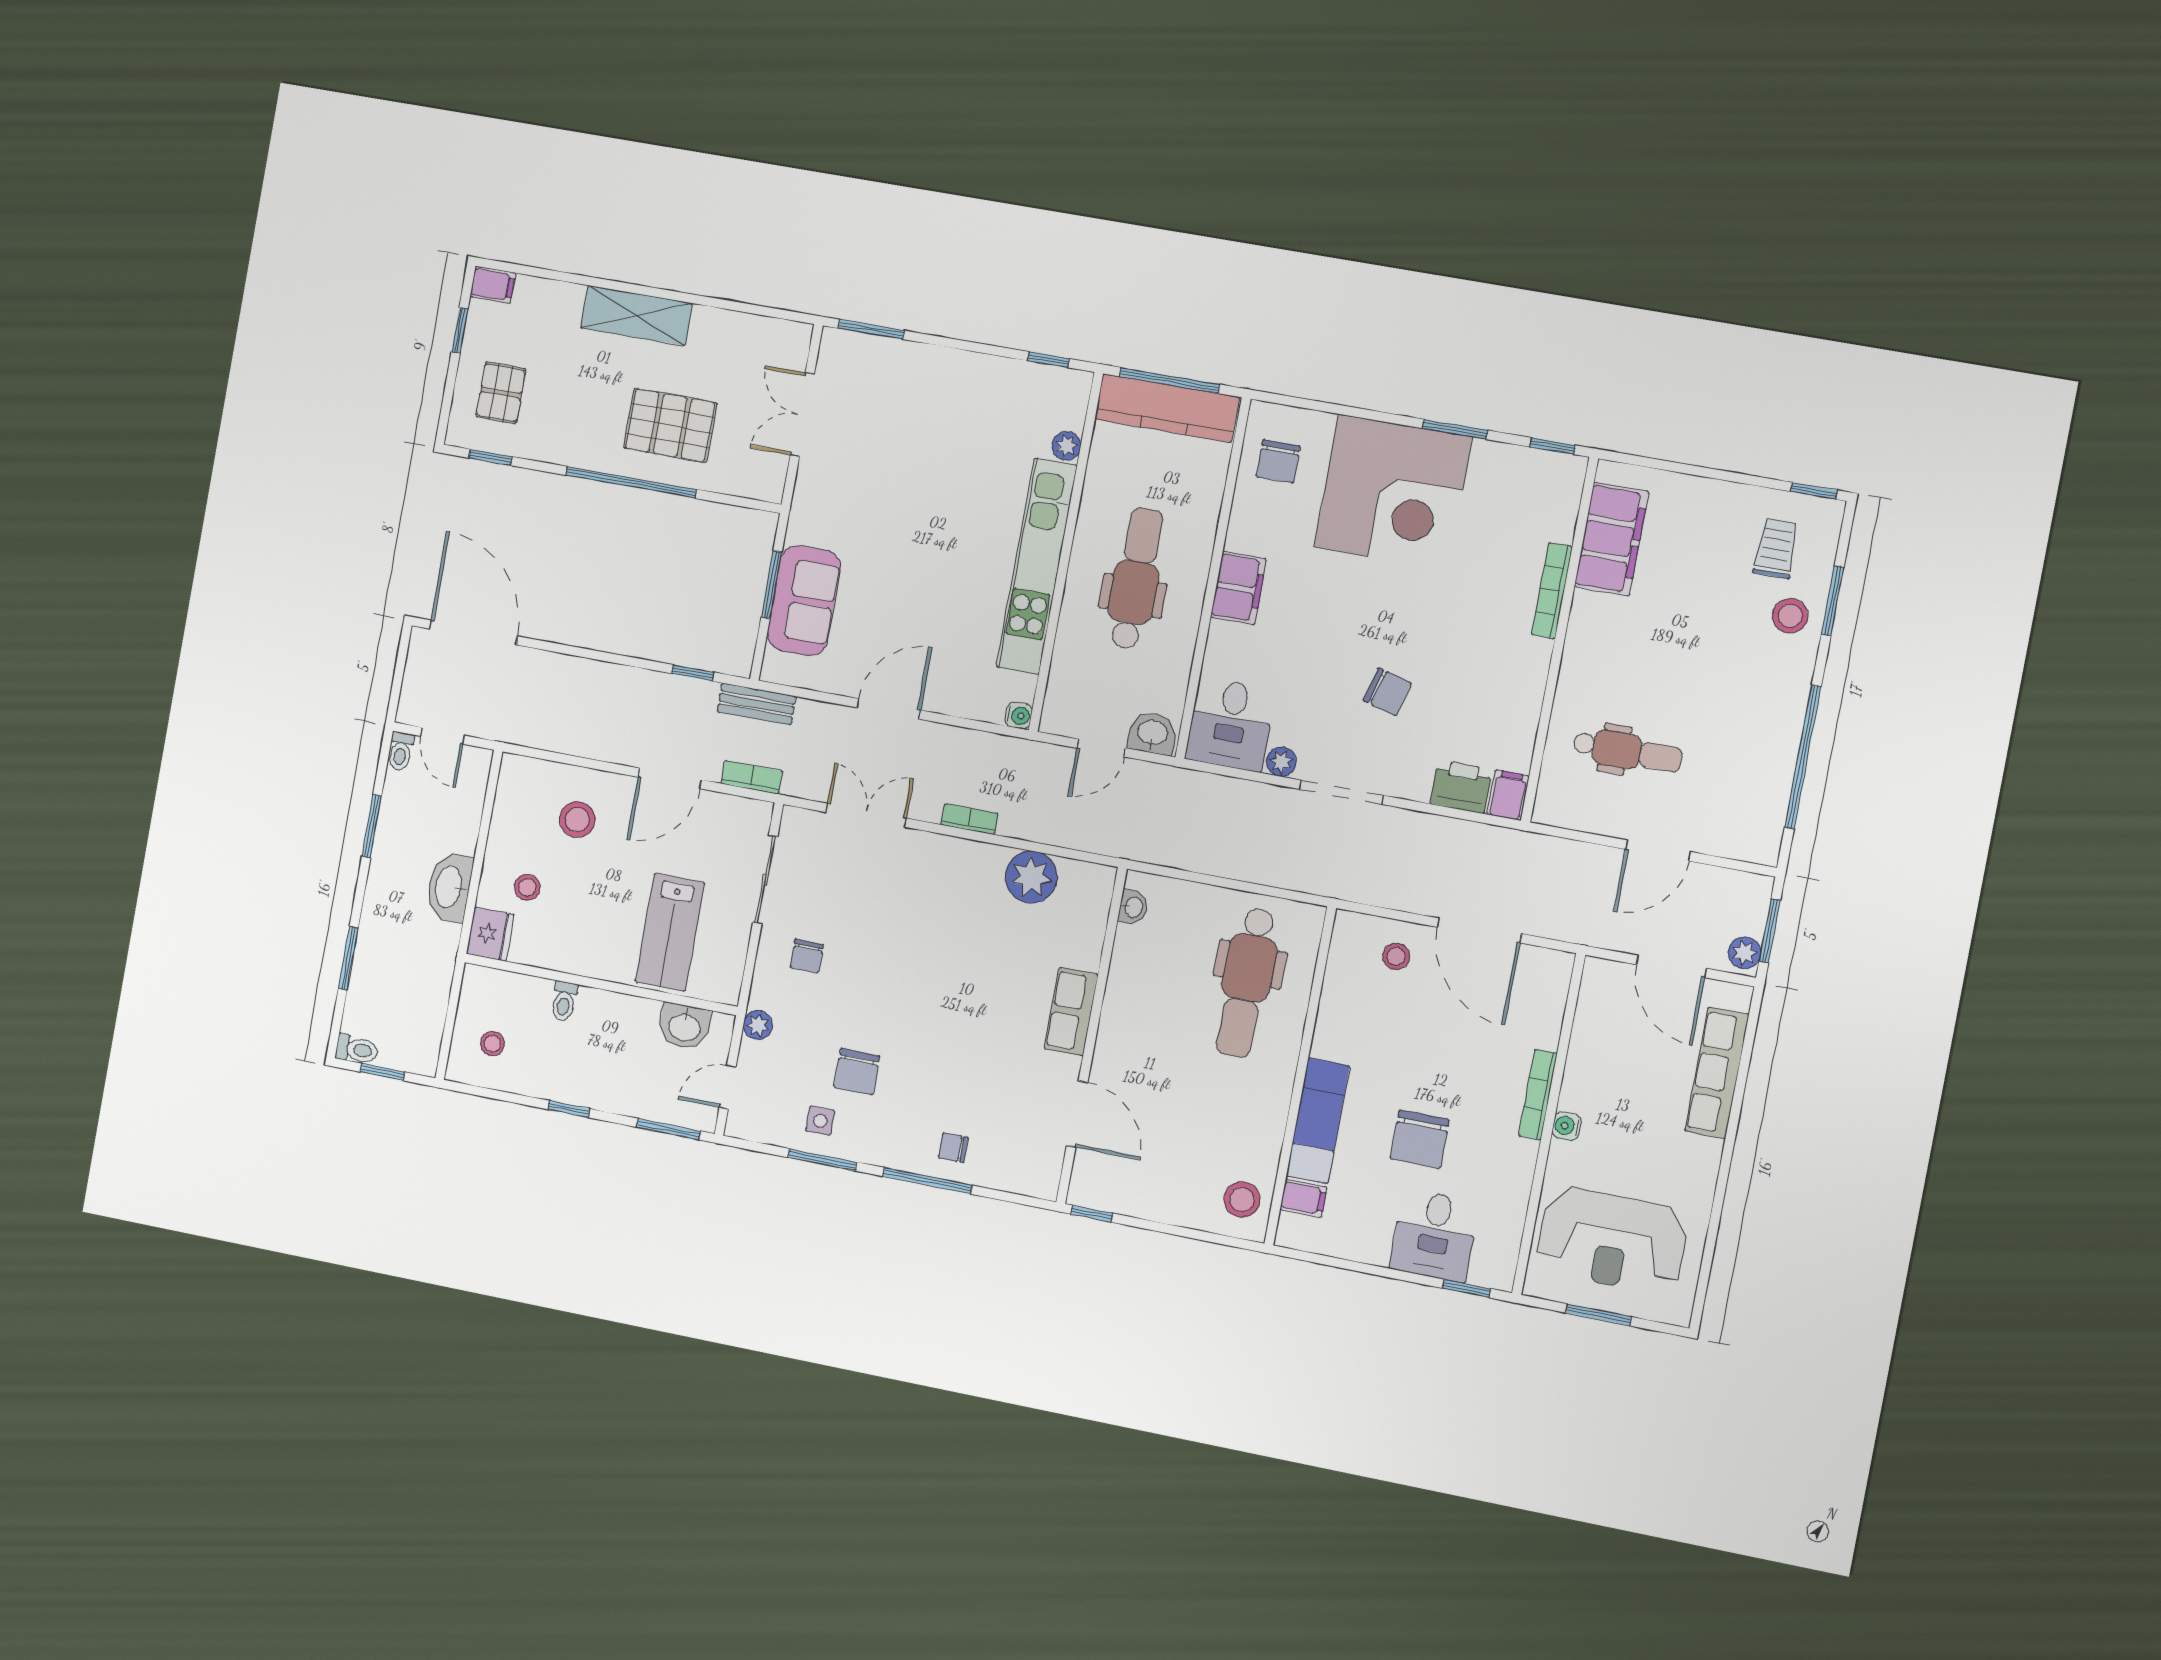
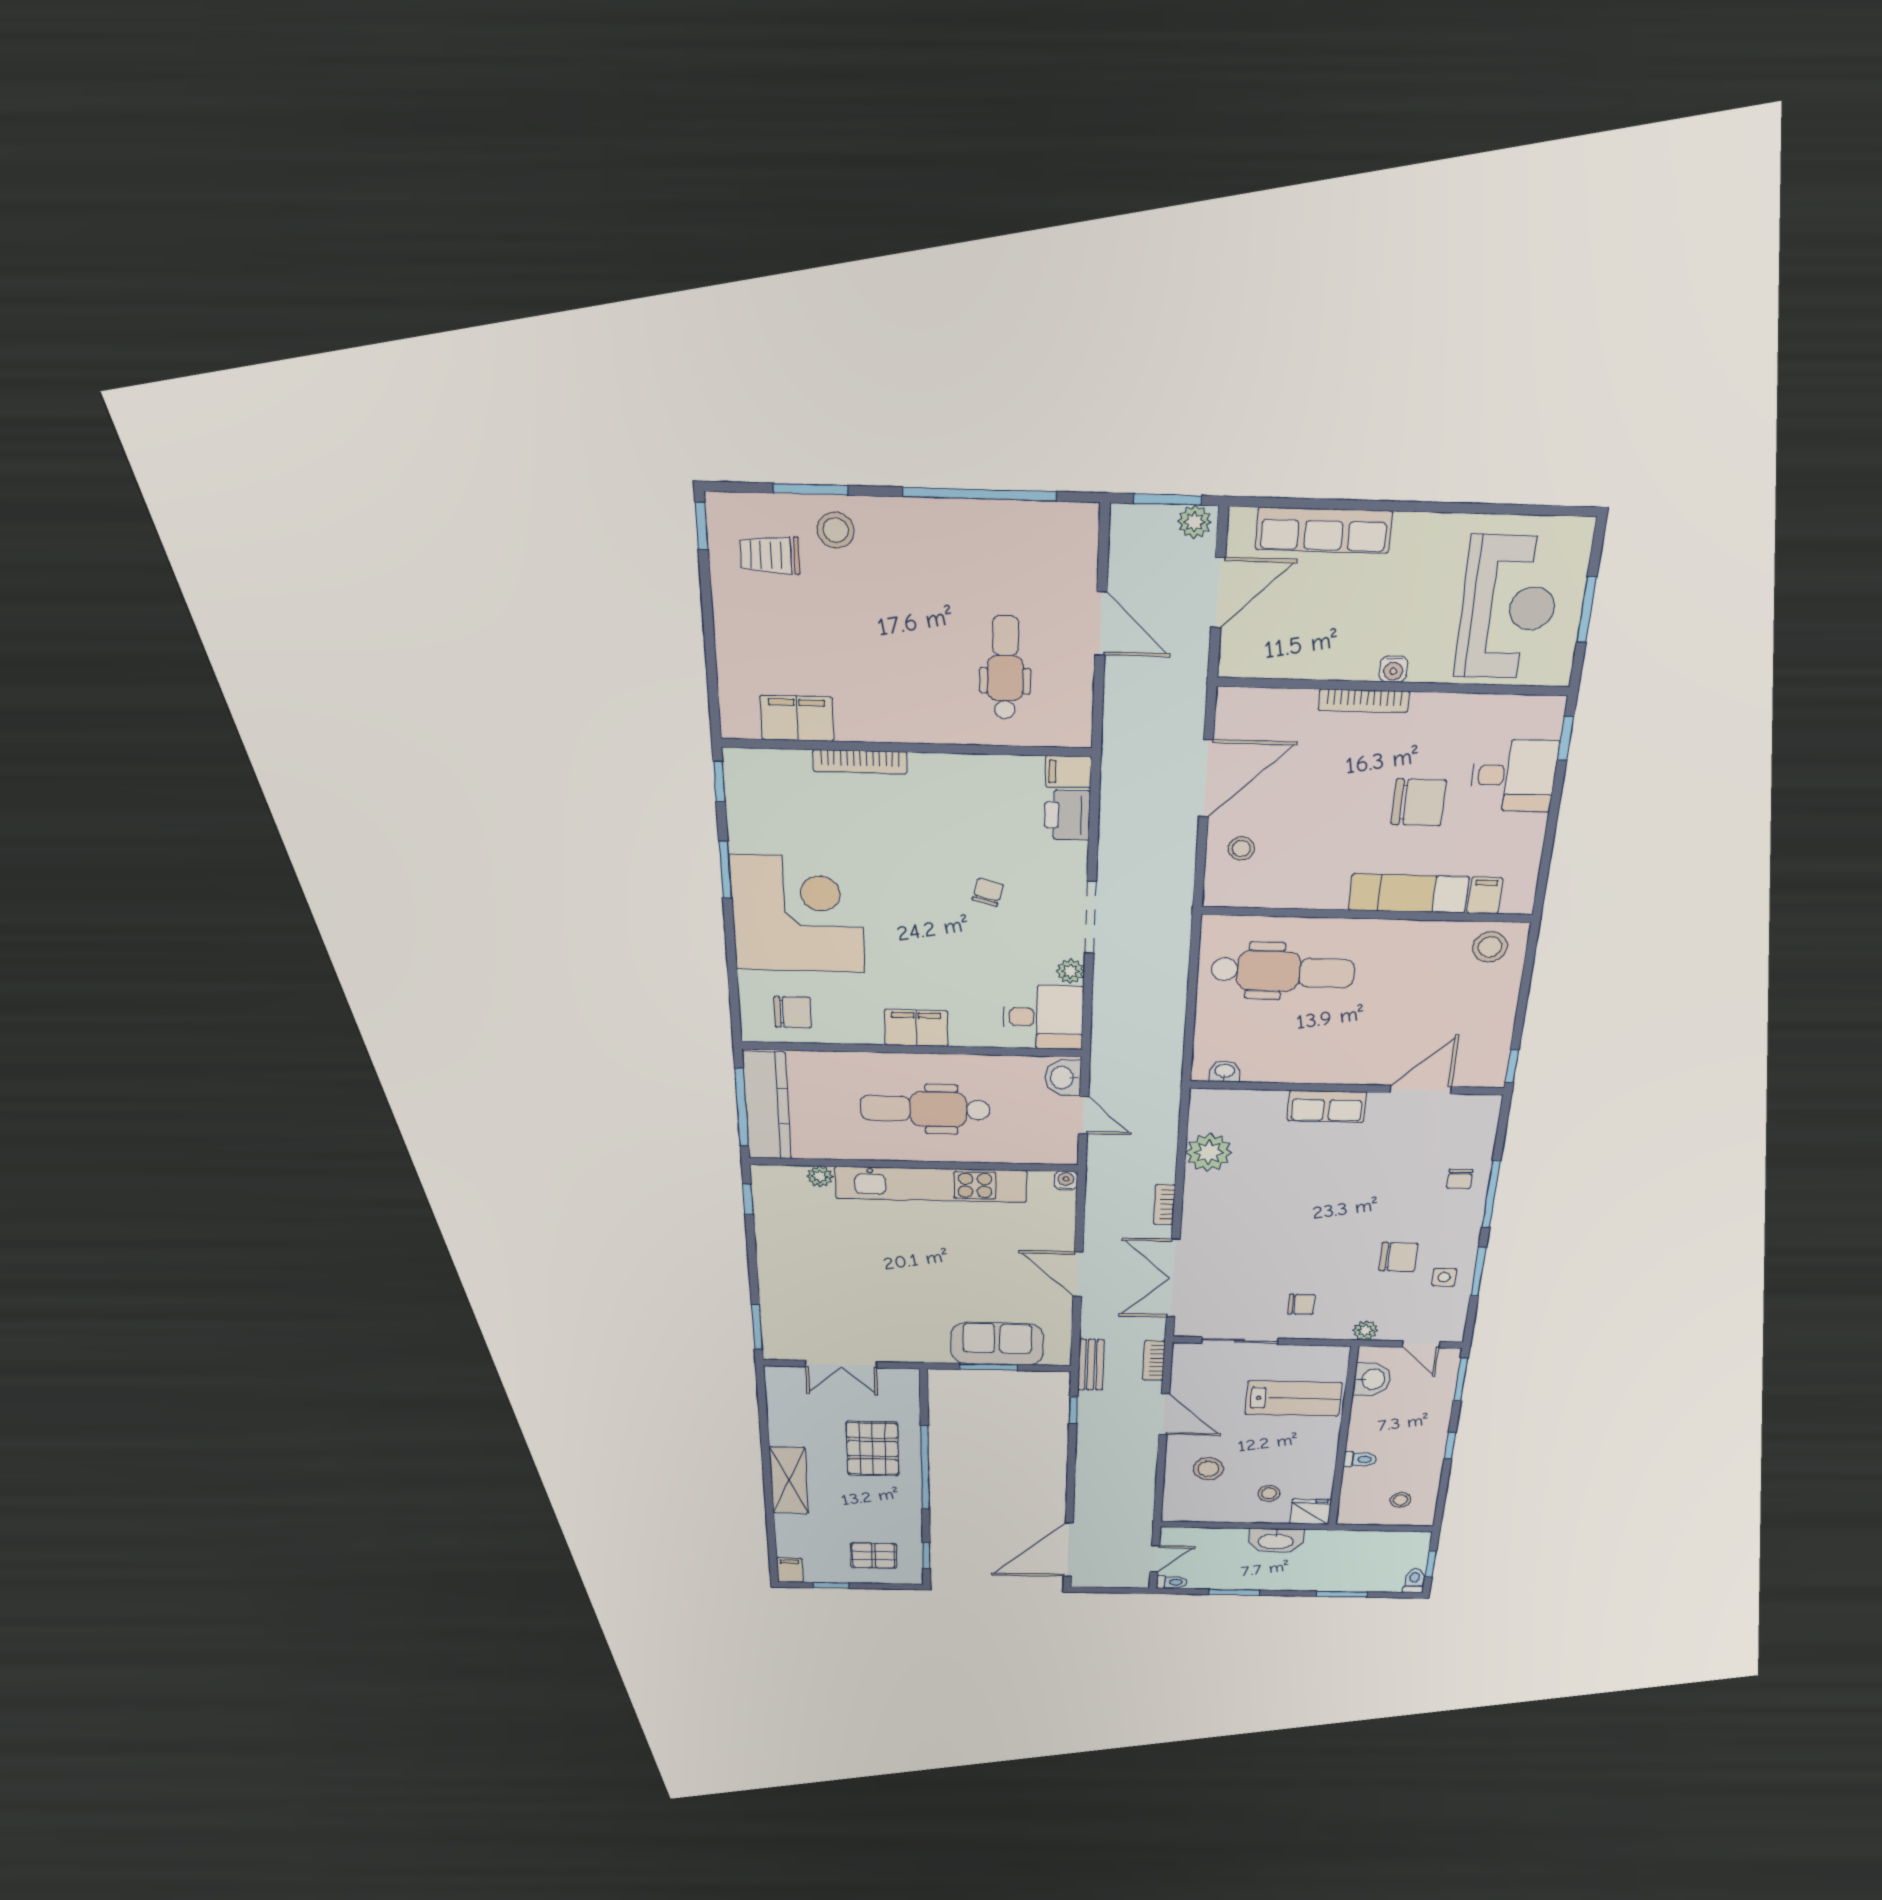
filing cabinet: (1612, 539) -> (797, 718), width x0.67, depth x0.86
chair: (1387, 692) -> (988, 892), width x0.73, depth x0.73
double door: (866, 815) -> (1173, 1278), width x1.37

